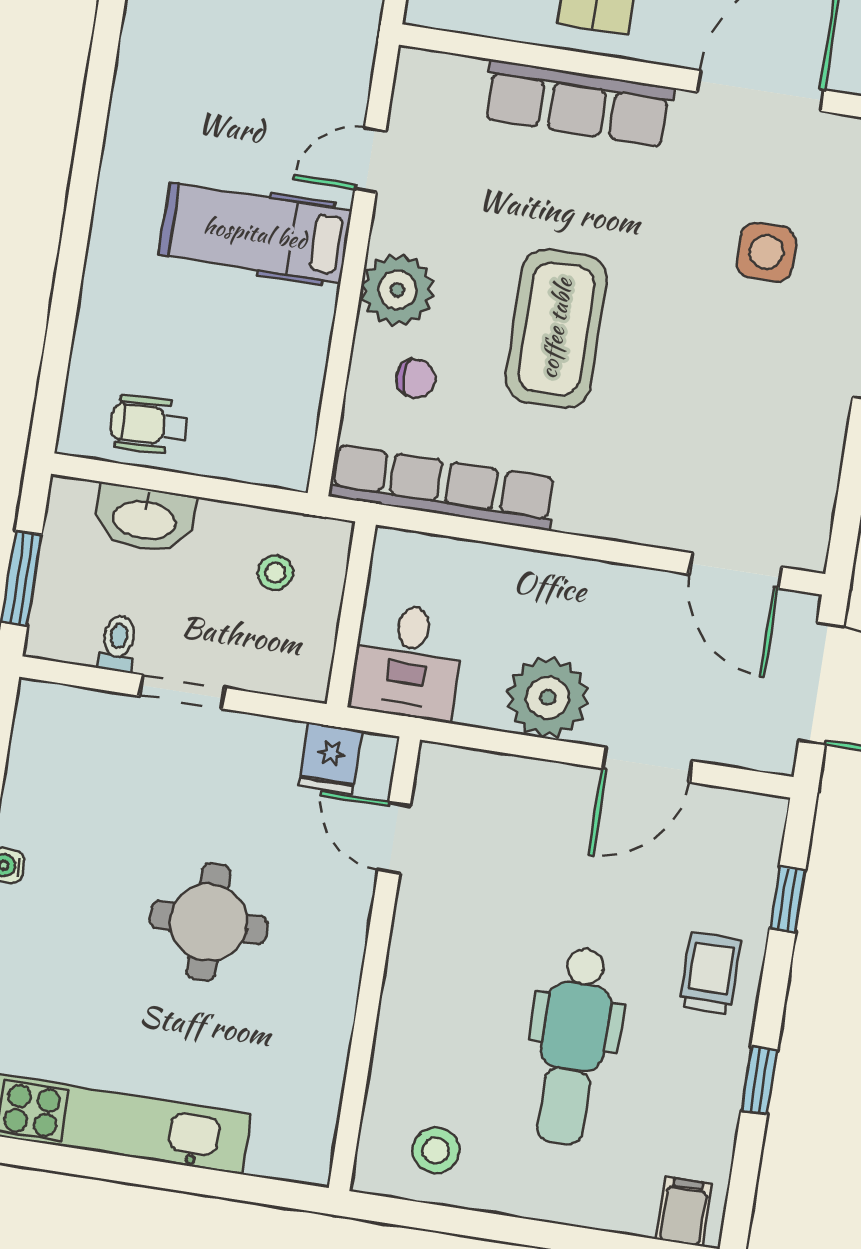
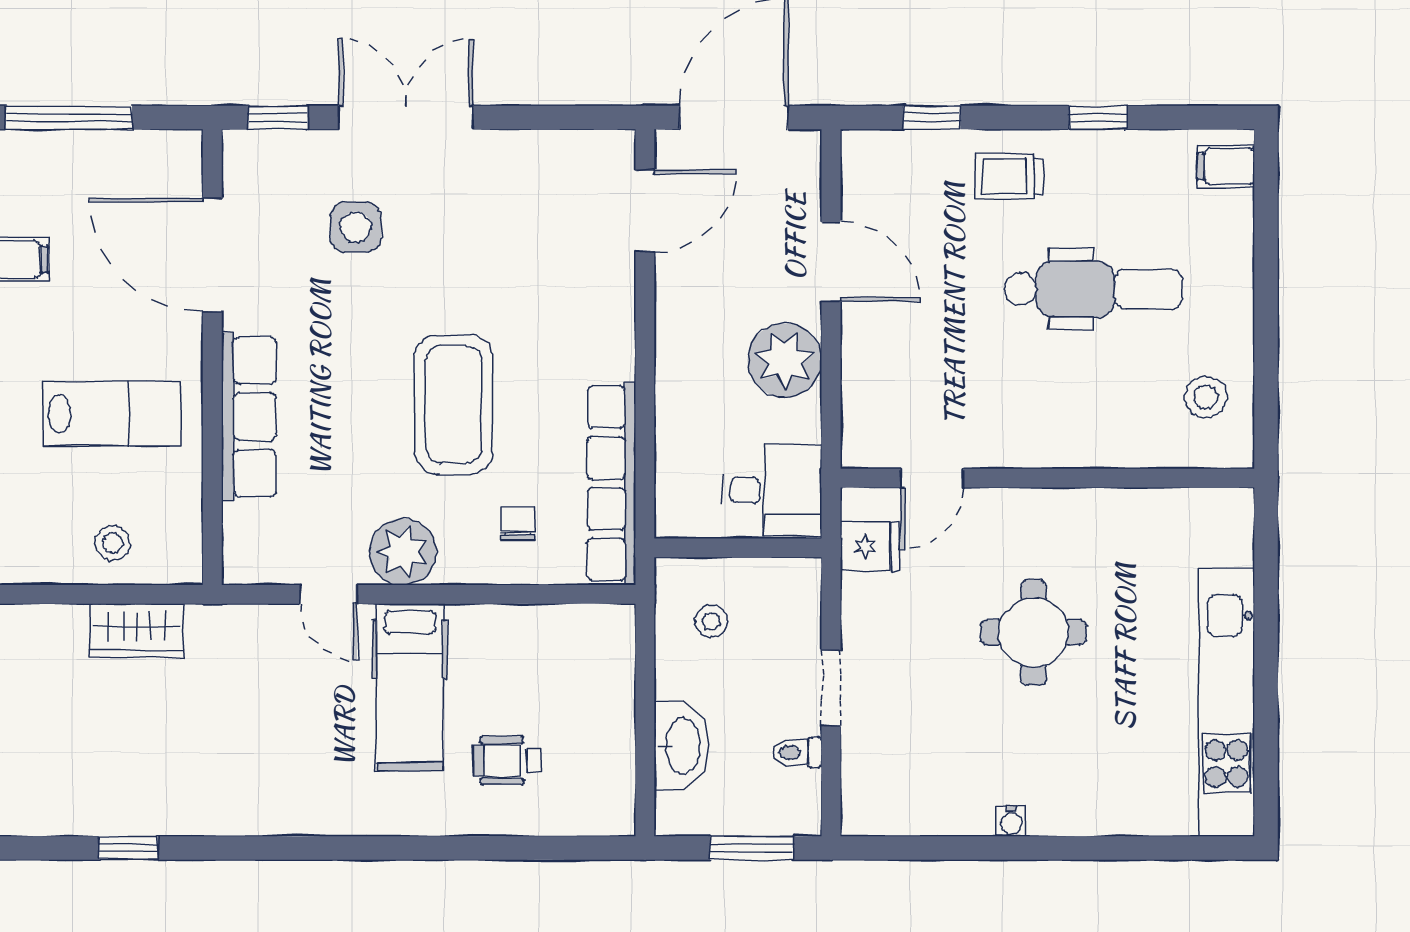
plant: (398, 290) -> (403, 552), moved
coffee table: (556, 329) -> (454, 404), turned 90
wheelchair: (149, 425) -> (507, 761), moved, turned 92

